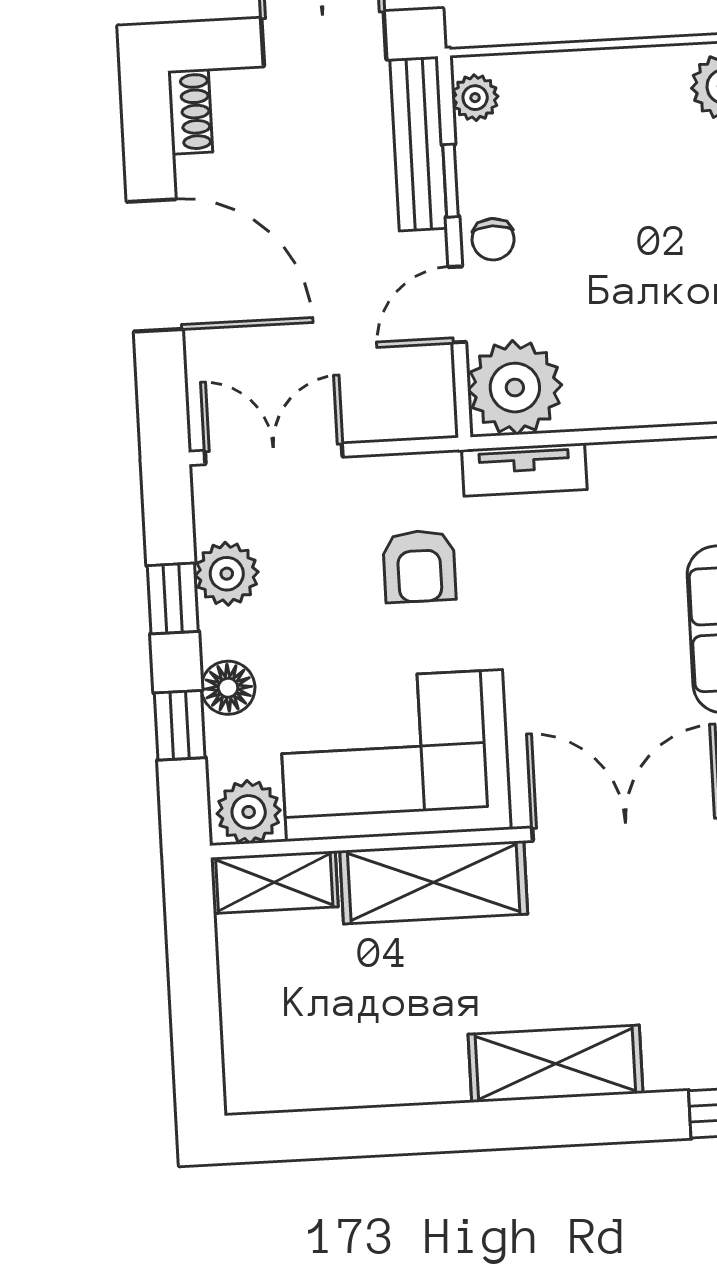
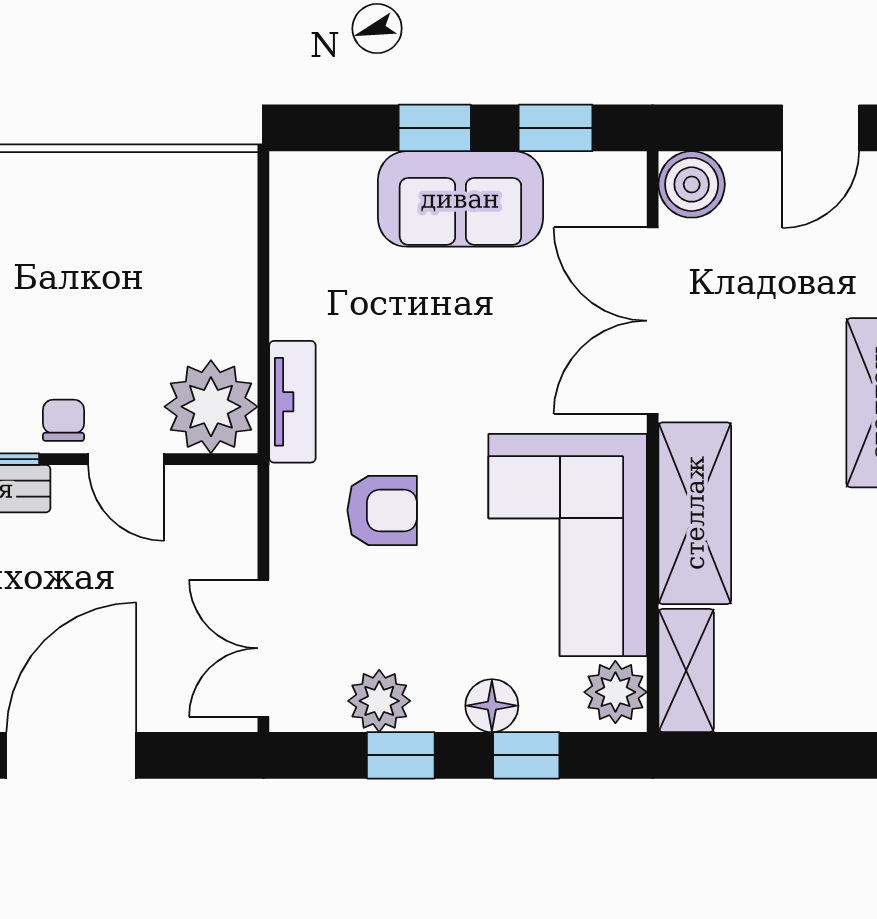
chair: (493, 239) -> (64, 420), turned -90

